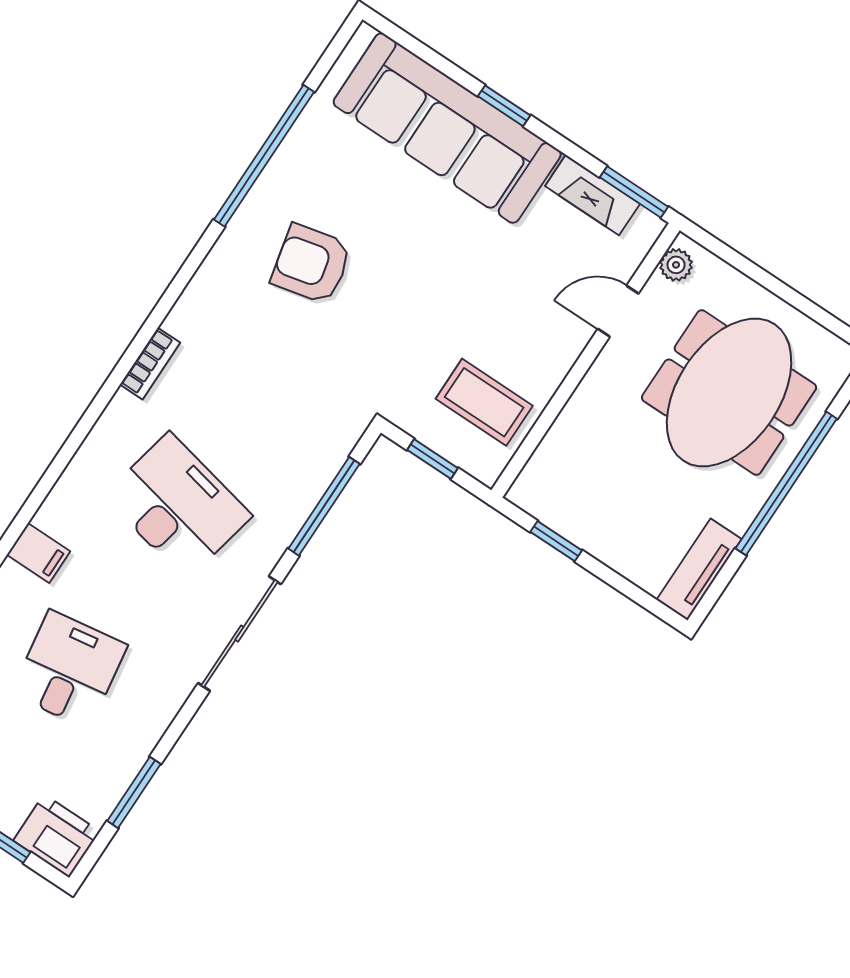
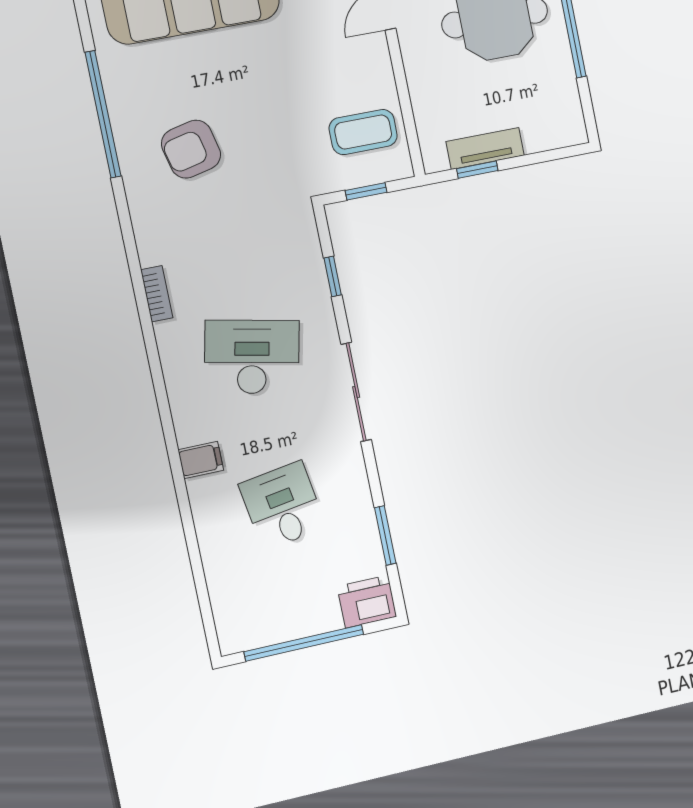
window: (324, 506) -> (333, 276), width x0.46
tv unit: (699, 569) -> (485, 148), moved, turned 90

